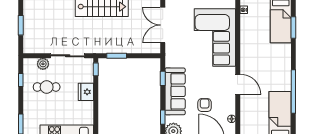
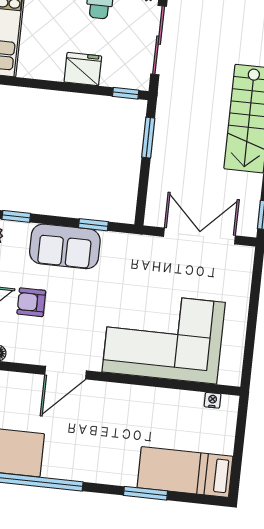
window: (293, 28) -> (146, 493), moved
sofa: (175, 91) -> (65, 246), width x0.73
armchair: (205, 105) -> (31, 302), turned 180

